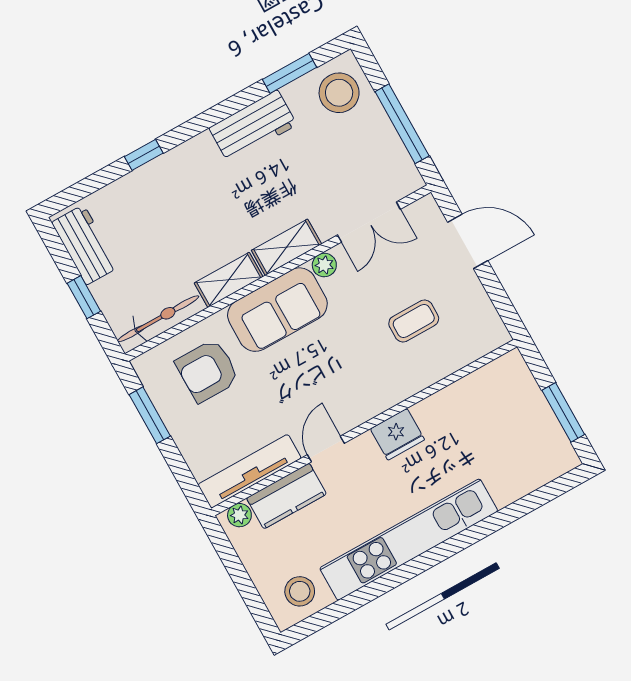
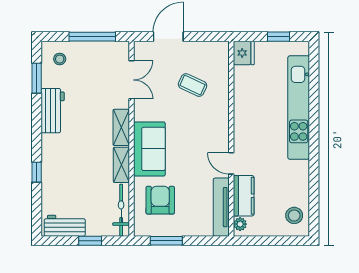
stool: (339, 93) -> (60, 59), width x0.53, depth x0.53
plant: (324, 265) -> (140, 114), removed
coffee table: (414, 321) -> (193, 85), turned -65
armchair: (207, 371) -> (160, 200), turned 180
window: (563, 412) -> (279, 37), width x0.67
fridge: (397, 434) -> (244, 53), moved
kitchen unit: (409, 540) -> (299, 108), moved

